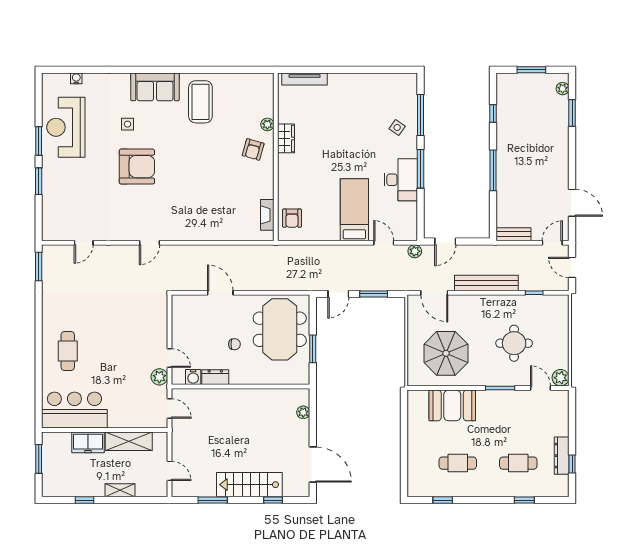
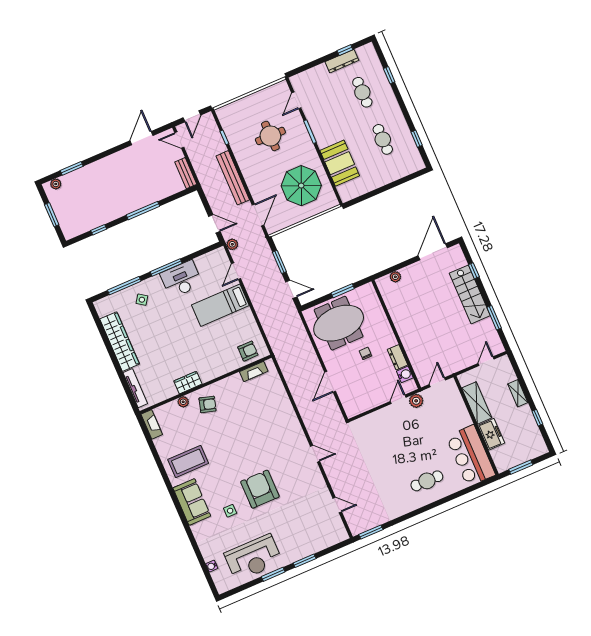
fireplace: (258, 80) -> (152, 424), added
wardrobe: (362, 84) -> (120, 342), added
plant: (561, 378) -> (282, 88), removed

